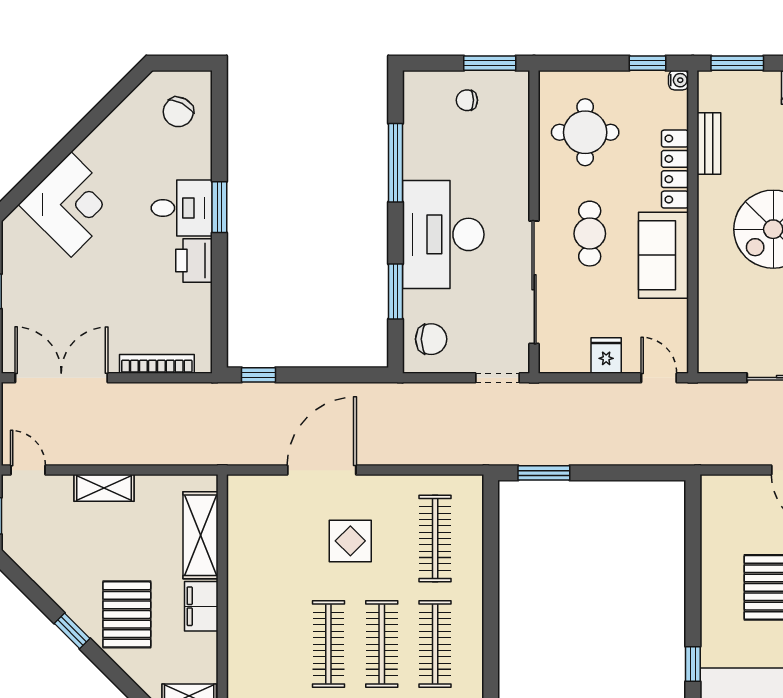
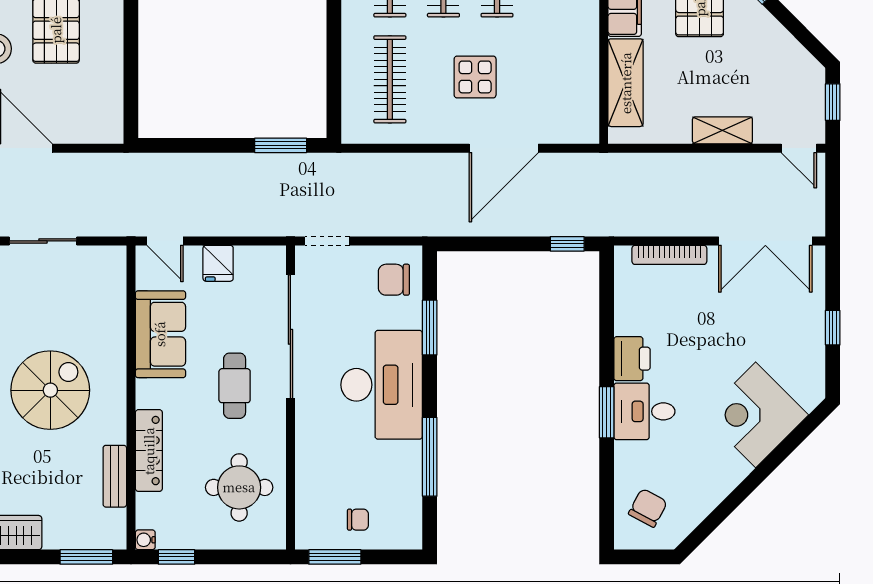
sofa: (663, 255) -> (160, 334), moved

